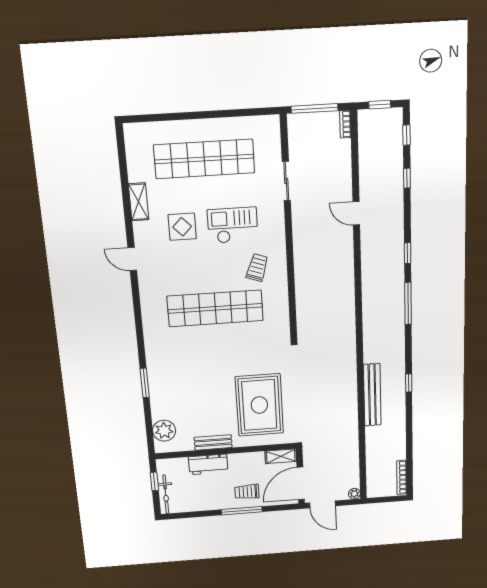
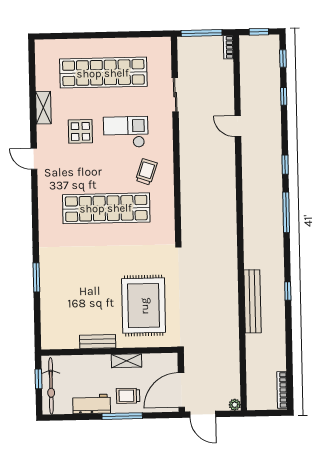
plant: (164, 431) -> (51, 327), removed
shelving: (281, 456) -> (126, 361), moved
workbench: (208, 464) -> (92, 404), moved, turned 180
bicycle: (166, 494) -> (51, 386), width x1.37, depth x1.40

